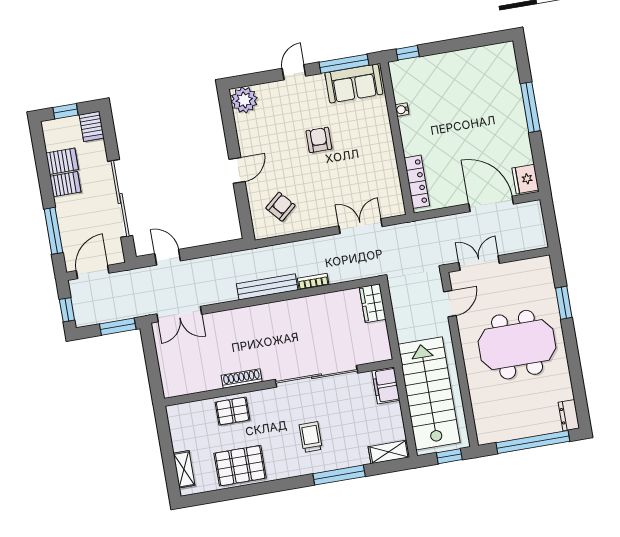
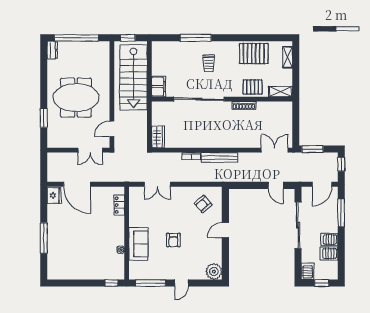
sofa: (354, 83) -> (138, 244), moved, turned 90
locker: (417, 182) -> (119, 205), width x0.66
shelving: (389, 452) -> (281, 92), moved

